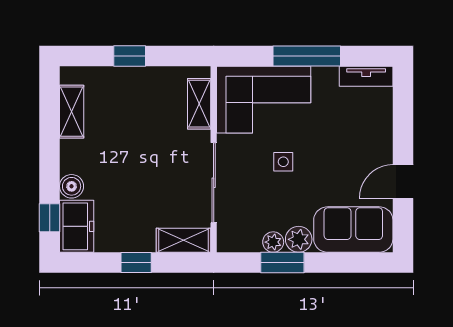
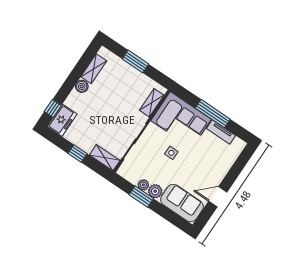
window: (130, 56) -> (135, 61), width x1.50
tv unit: (366, 76) -> (221, 132), moved
boiler: (72, 186) -> (82, 86), moved

